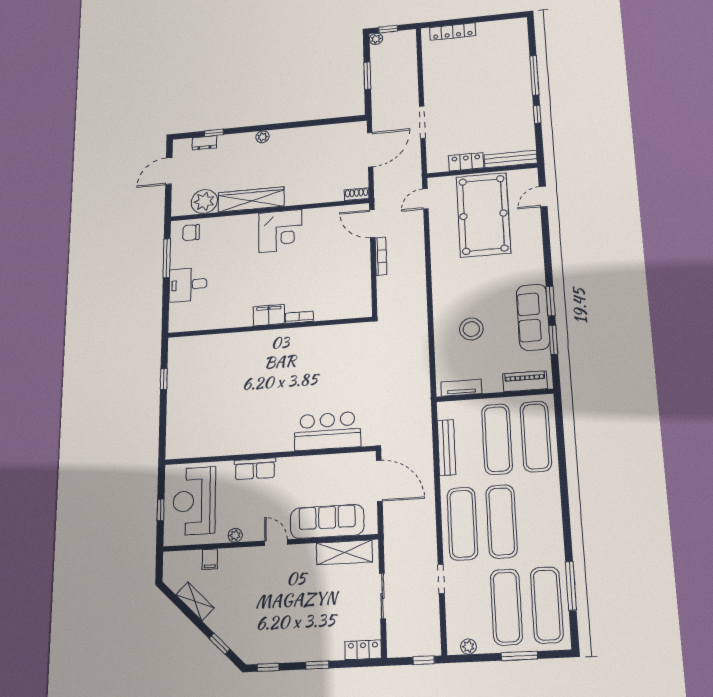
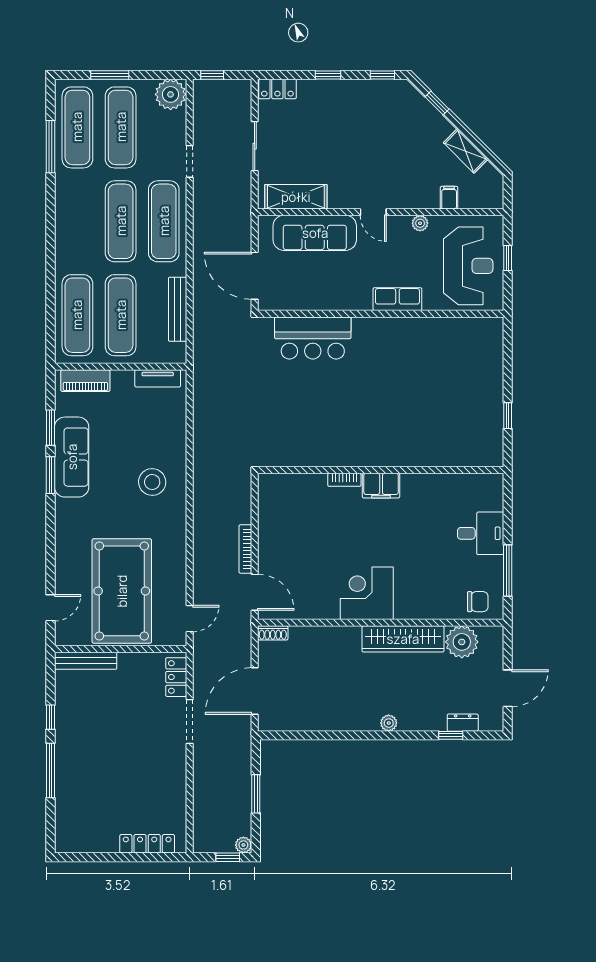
locker: (466, 162) -> (176, 677), moved, turned 90
stool: (471, 329) -> (152, 482), moved
plant: (468, 647) -> (171, 94), width x1.87, depth x1.87

